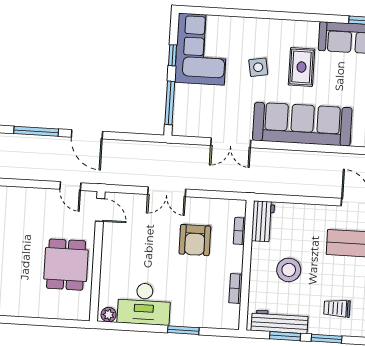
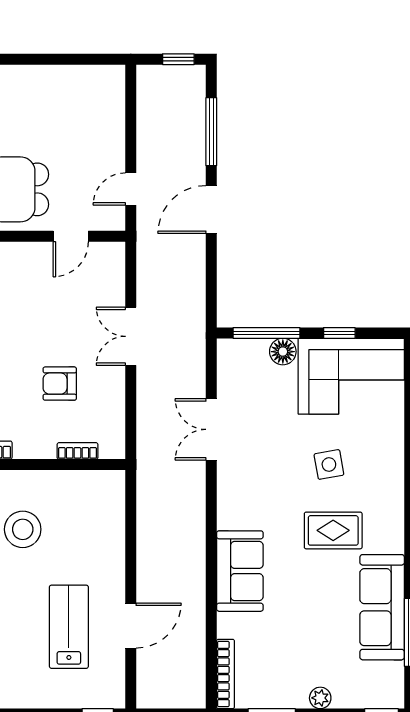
floor lamp: (183, 93) -> (283, 352), added
sofa: (302, 124) -> (240, 571), width x0.54, depth x0.79
door: (100, 210) -> (71, 236), moved
workbench: (263, 221) -> (94, 486), removed
armchair: (195, 240) -> (60, 384), width x0.72, depth x0.72

